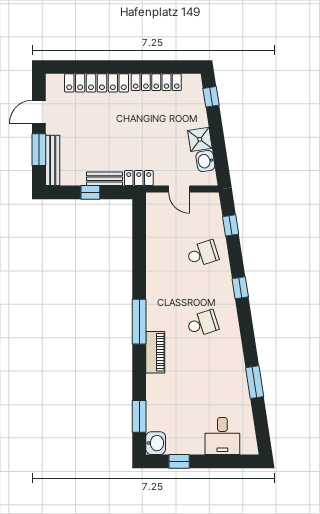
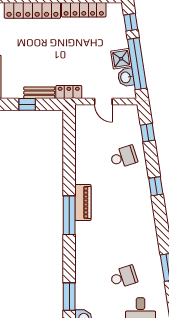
window: (218, 145) -> (137, 64), added
school desk: (203, 324) -> (124, 277), moved
piano: (155, 352) -> (83, 203), moved

